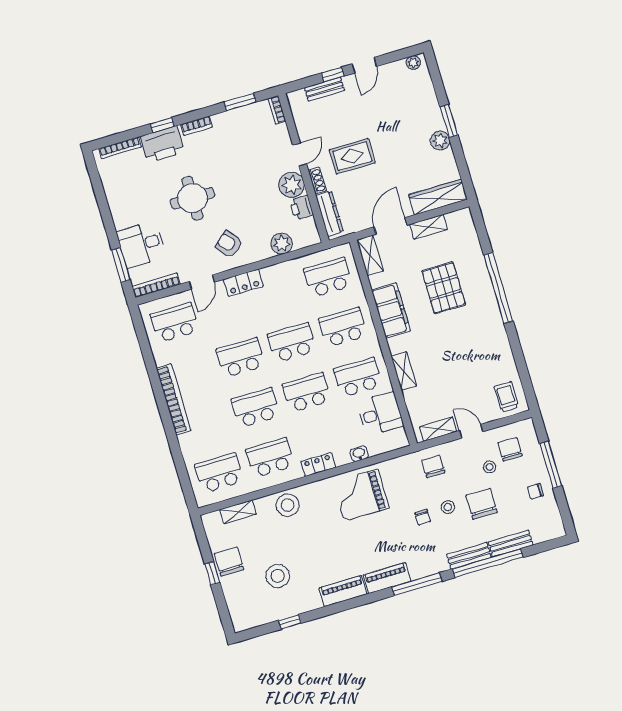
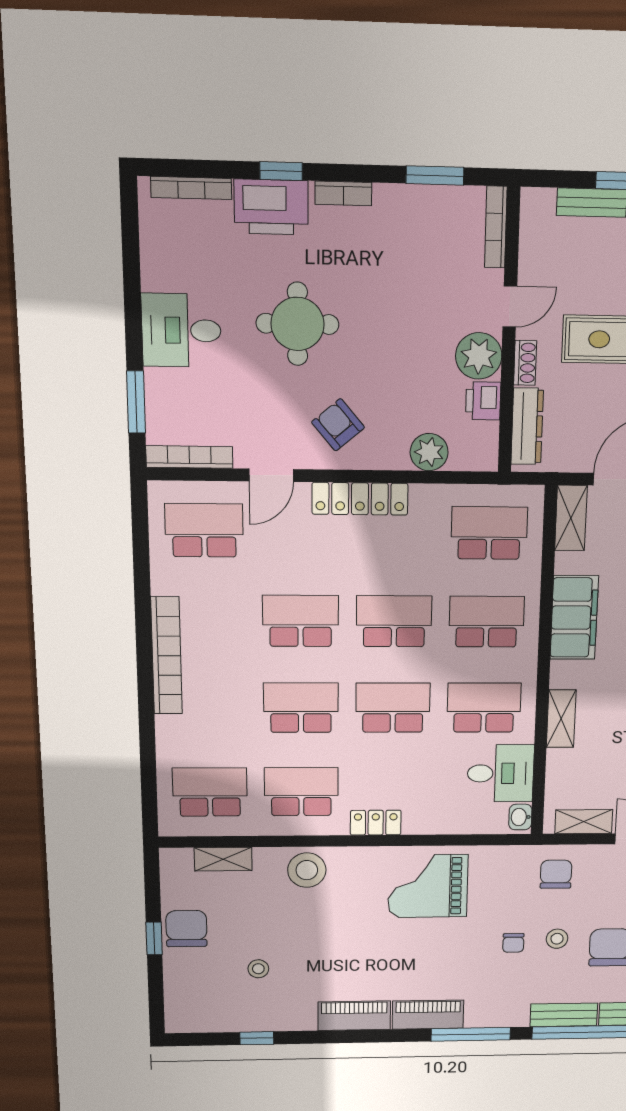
bookcase: (277, 110) -> (496, 227), width x1.56
desk: (141, 244) -> (181, 330), moved
locker: (243, 283) -> (360, 499), width x1.53
washbasin: (359, 454) -> (520, 817), moved, turned -90
stool: (278, 576) -> (258, 969), width x0.53, depth x0.53

